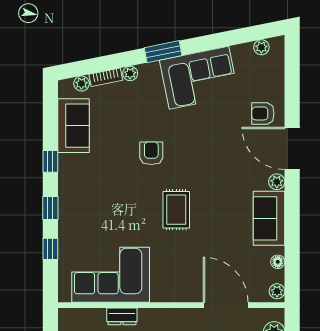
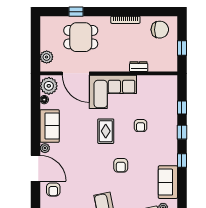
armchair: (263, 113) -> (53, 189), turned 90
armchair: (119, 219) -> (141, 126), added
corner sofa: (111, 275) -> (113, 92), moved
plant: (277, 291) -> (49, 86), width x1.87, depth x1.87

